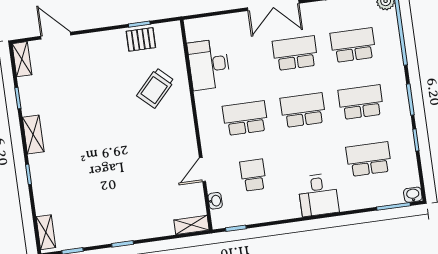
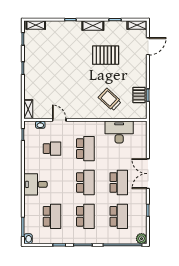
pallet: (81, 106) -> (106, 55), added

